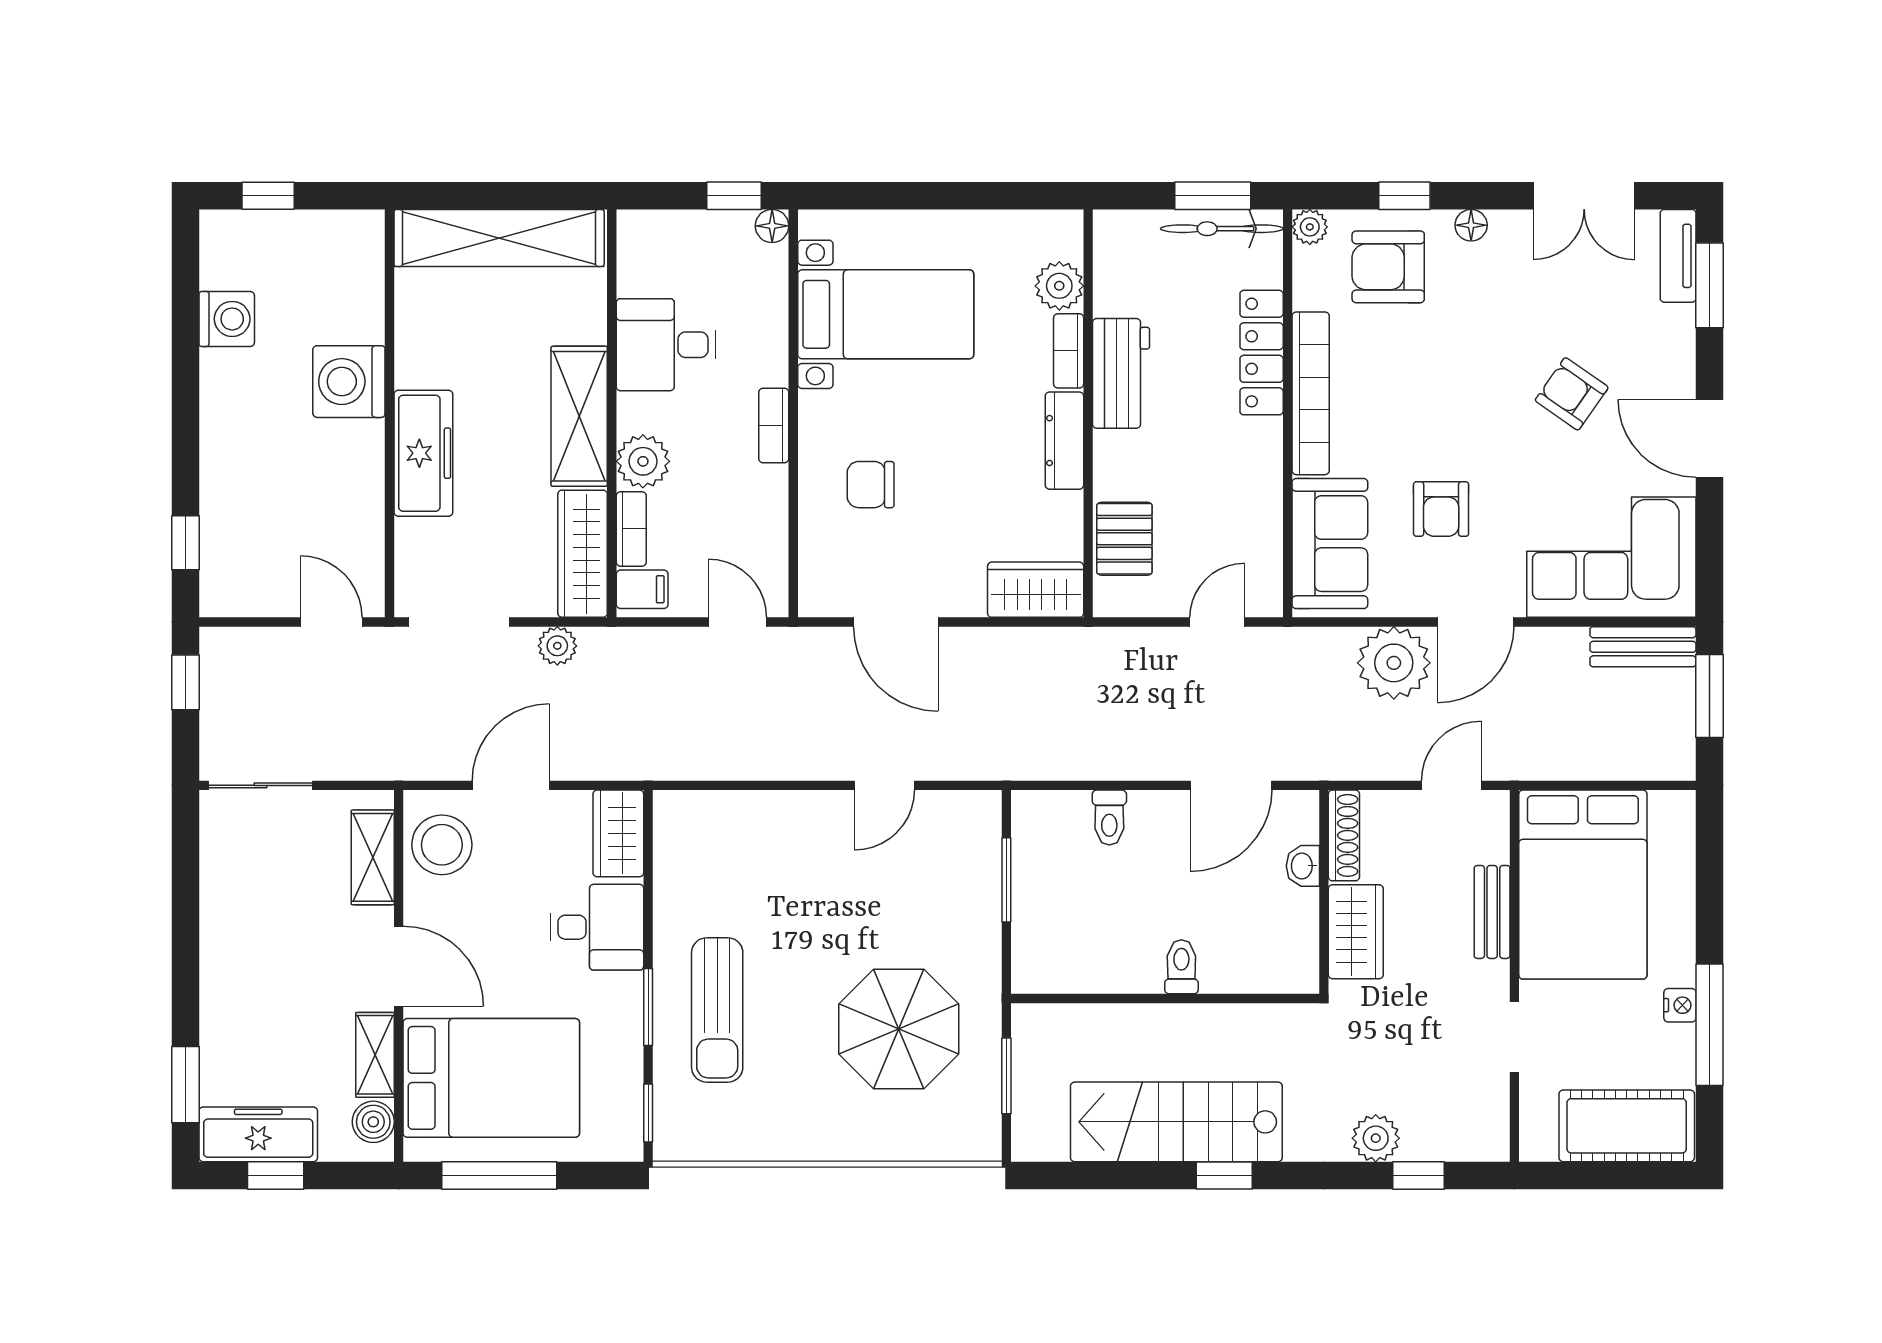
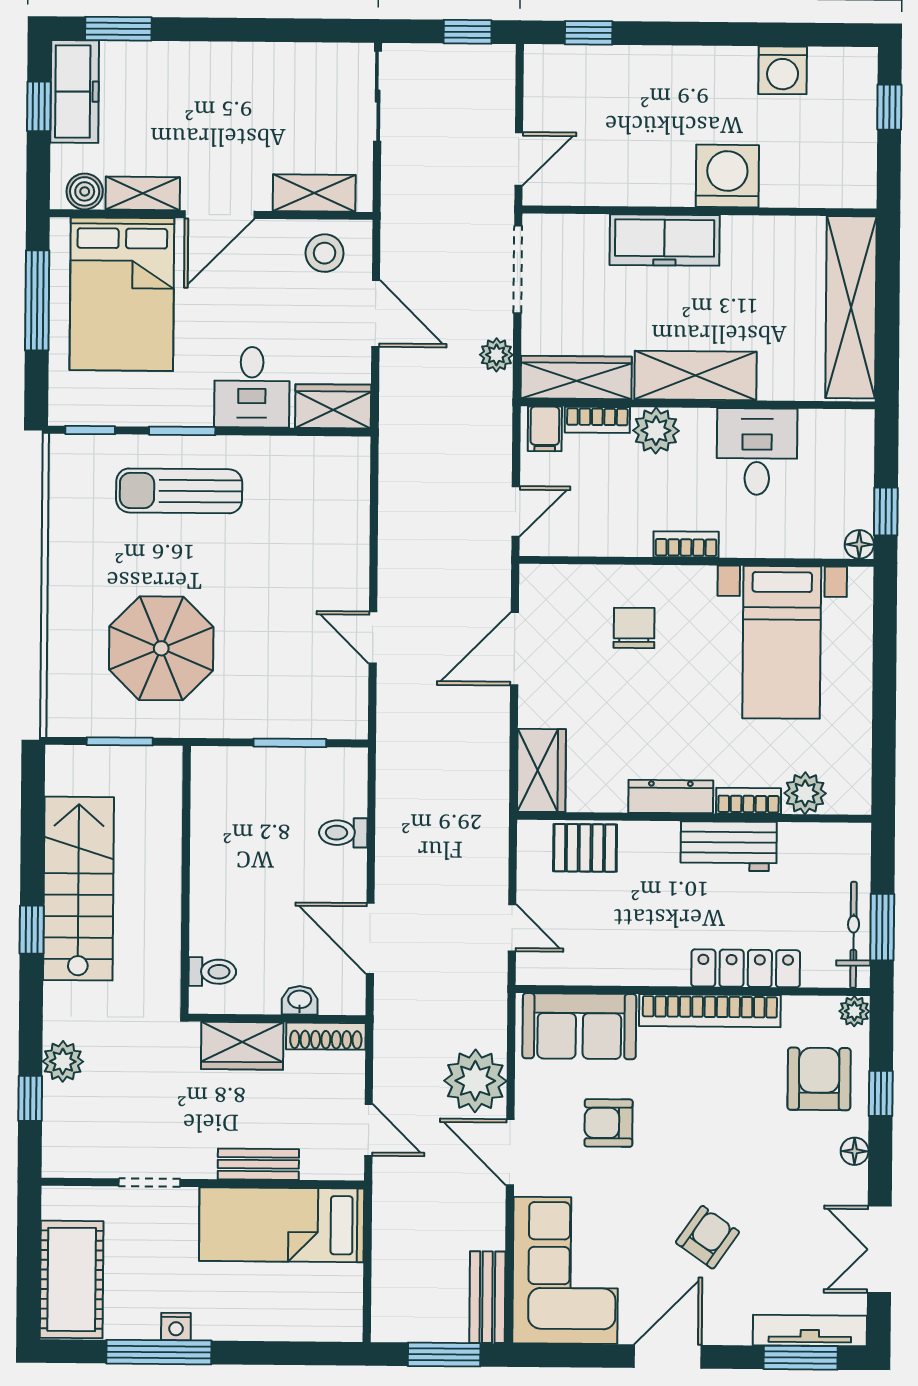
tv unit: (1678, 256) -> (810, 1330), width x1.41
stool: (442, 845) -> (325, 253), width x0.73, depth x0.73
bed: (1583, 885) -> (282, 1225), width x0.67
toilet: (1181, 967) -> (212, 972), moved

